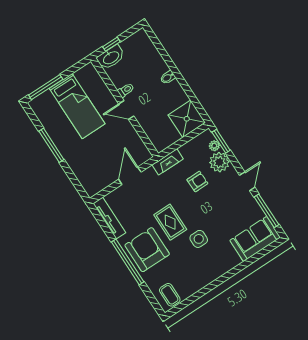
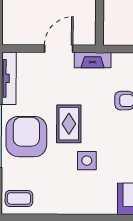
fireplace: (168, 162) -> (93, 60), moved
coffee table: (170, 295) -> (19, 198), turned 90

